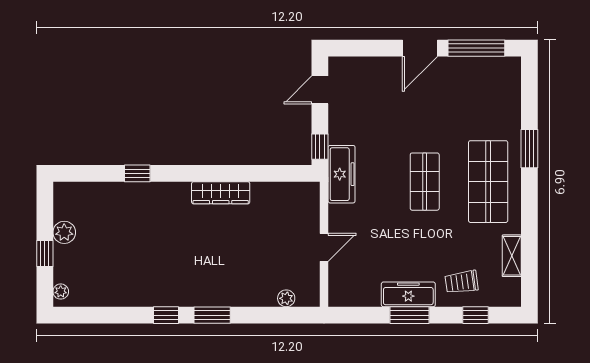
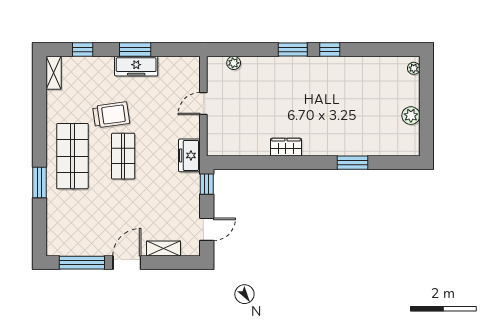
shelving: (374, 66) -> (164, 249), added
window: (137, 173) -> (353, 163), width x1.50
freezer: (342, 174) -> (189, 155), width x0.71
wardrobe: (221, 193) -> (286, 147), width x0.67
window: (45, 254) -> (426, 99), removed
shelving: (512, 256) -> (54, 73), moved
trolley: (462, 282) -> (111, 115), moved, width x1.36, depth x1.39

